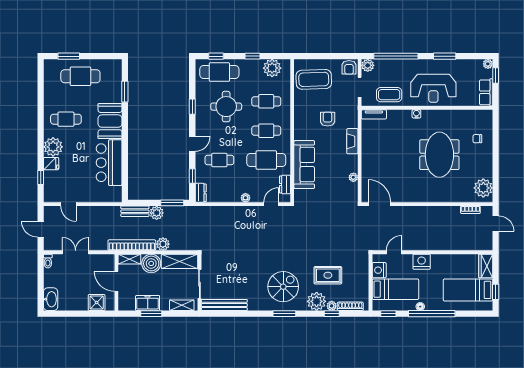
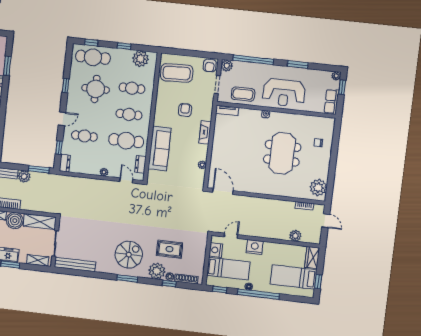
door: (271, 204) -> (126, 180), hinge flipped
plant: (163, 244) -> (295, 236), moved

